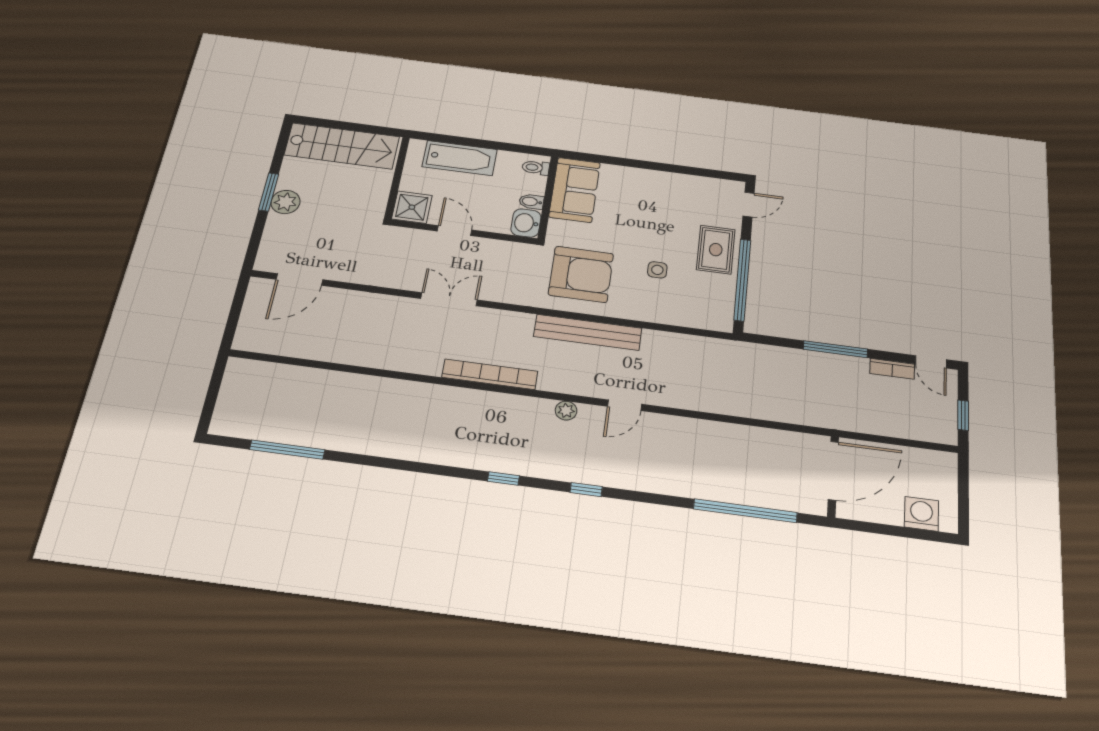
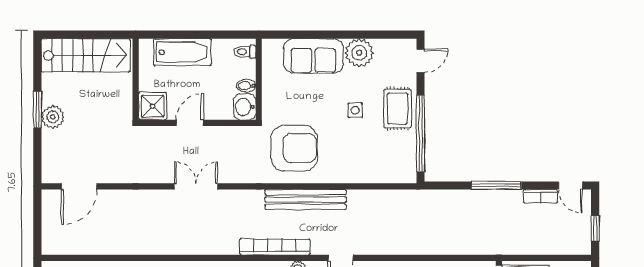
plant: (674, 187) -> (359, 53), added
sofa: (575, 190) -> (313, 56), moved, turned 90
door: (455, 231) -> (190, 123), hinge flipped
side table: (657, 270) -> (355, 110), moved
bookcase: (490, 374) -> (275, 247), moved

